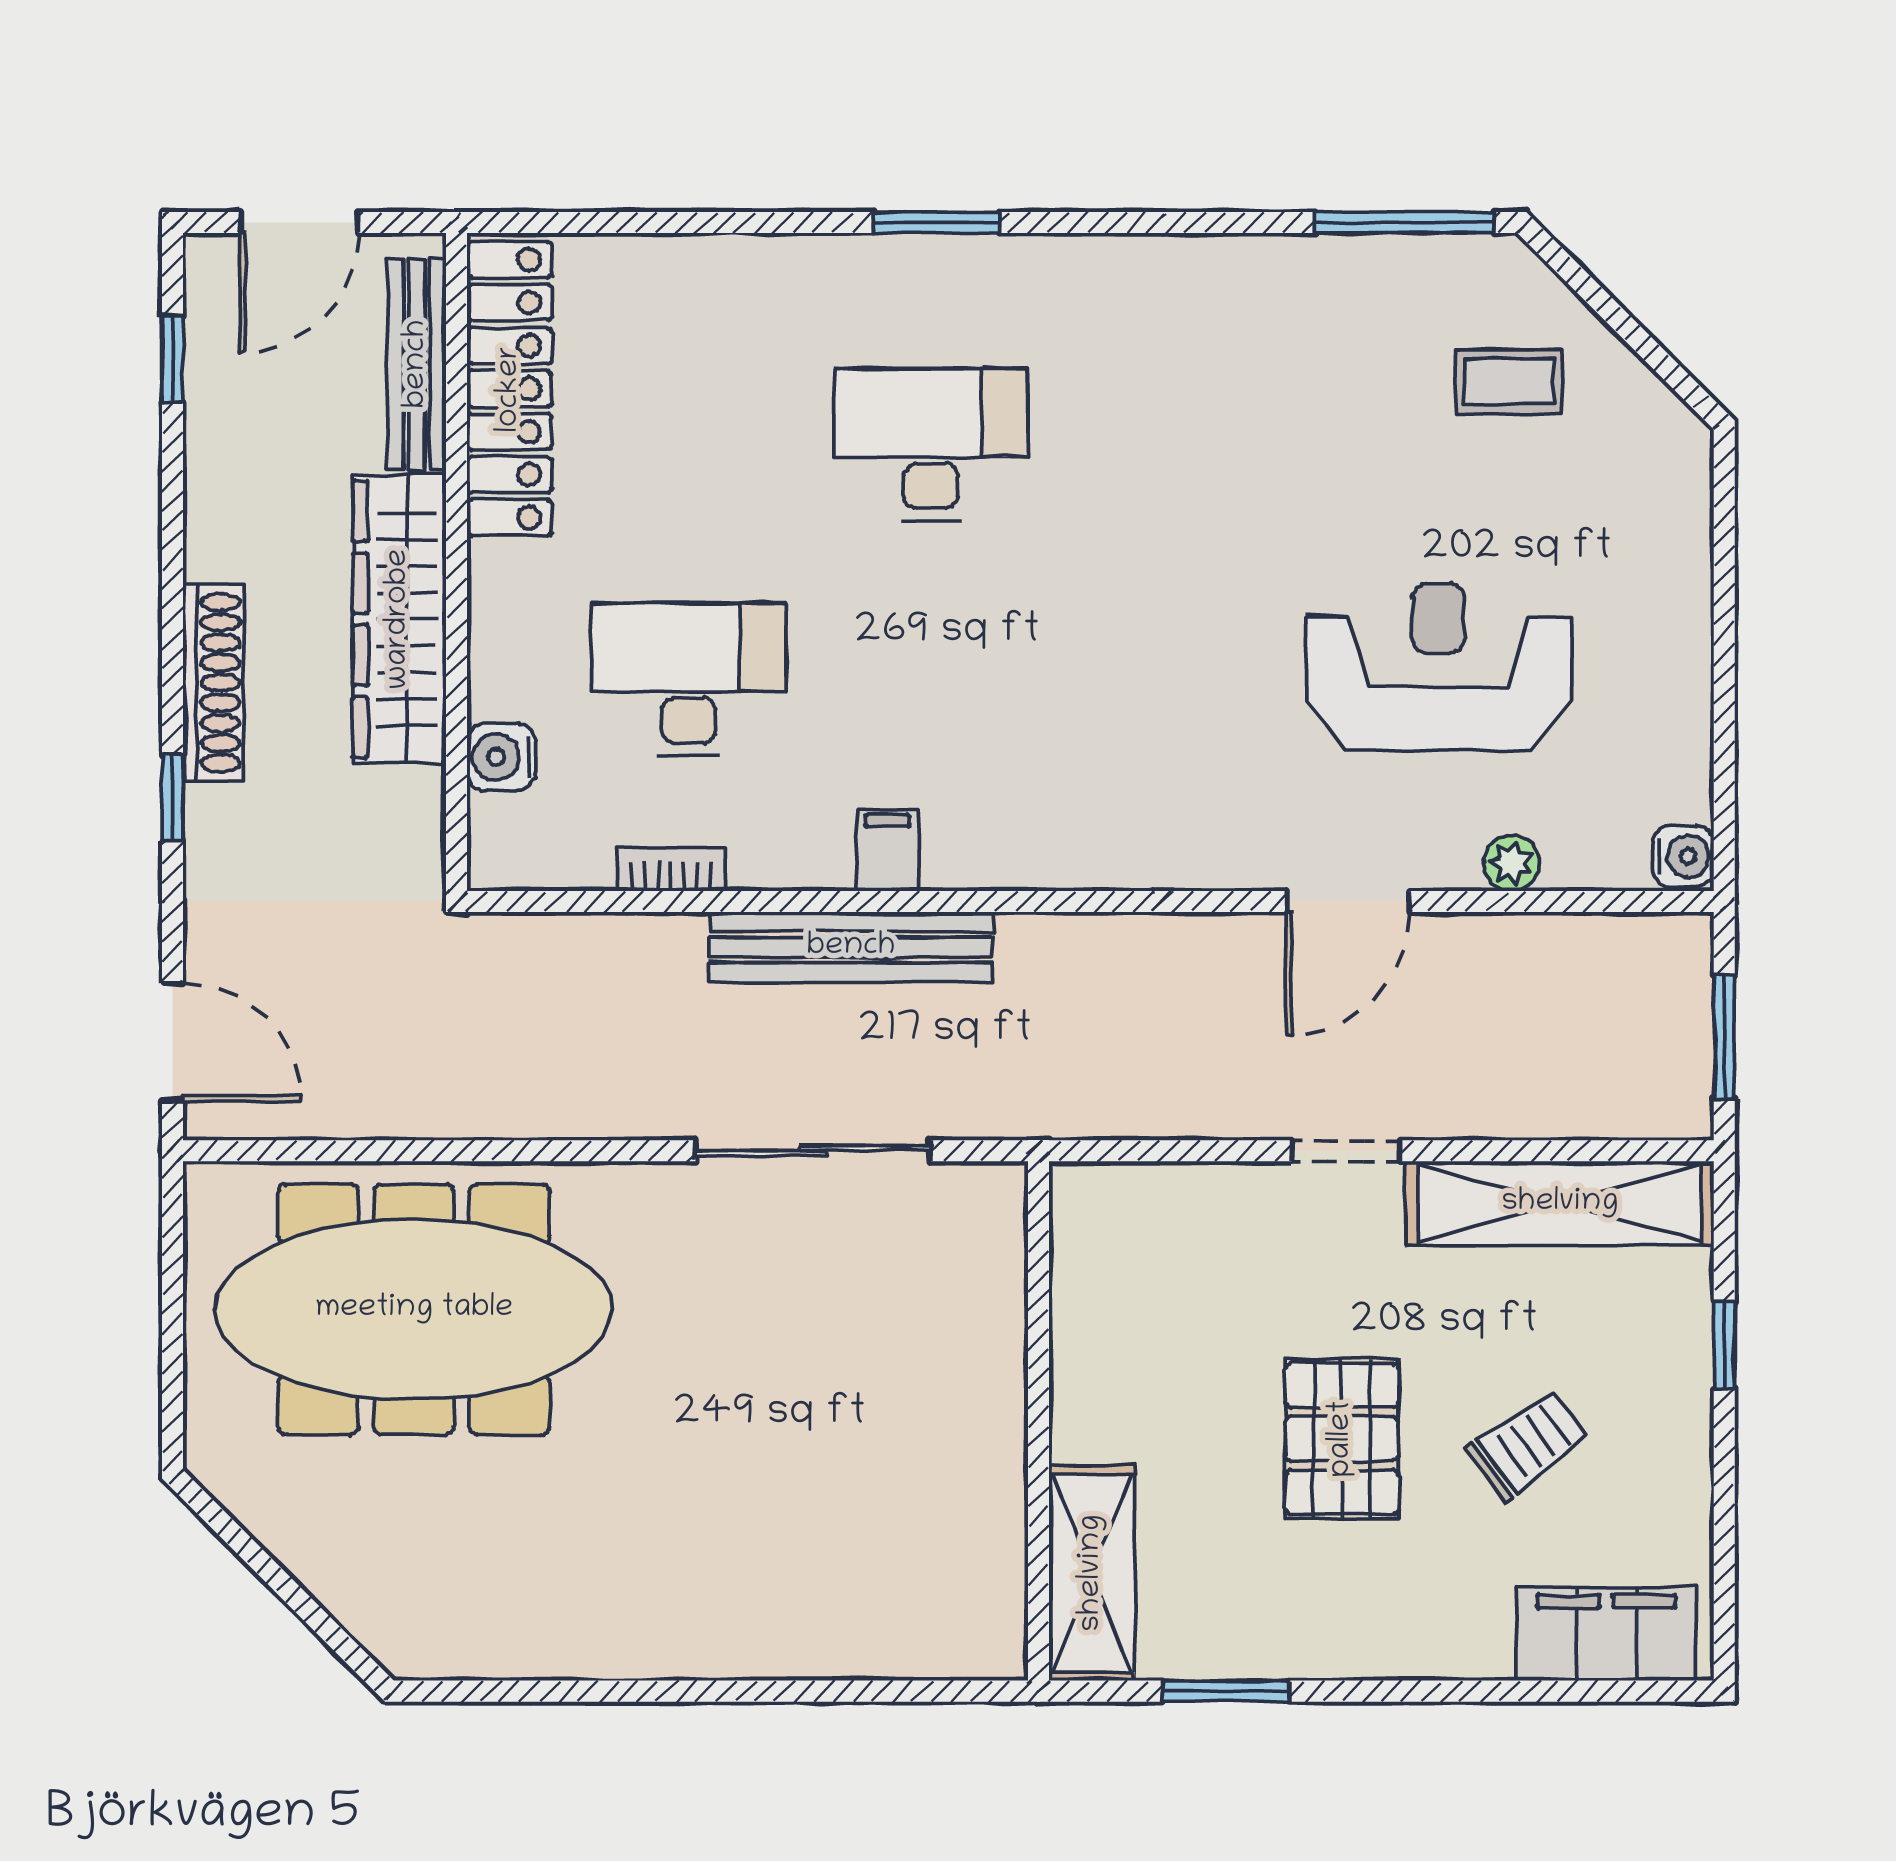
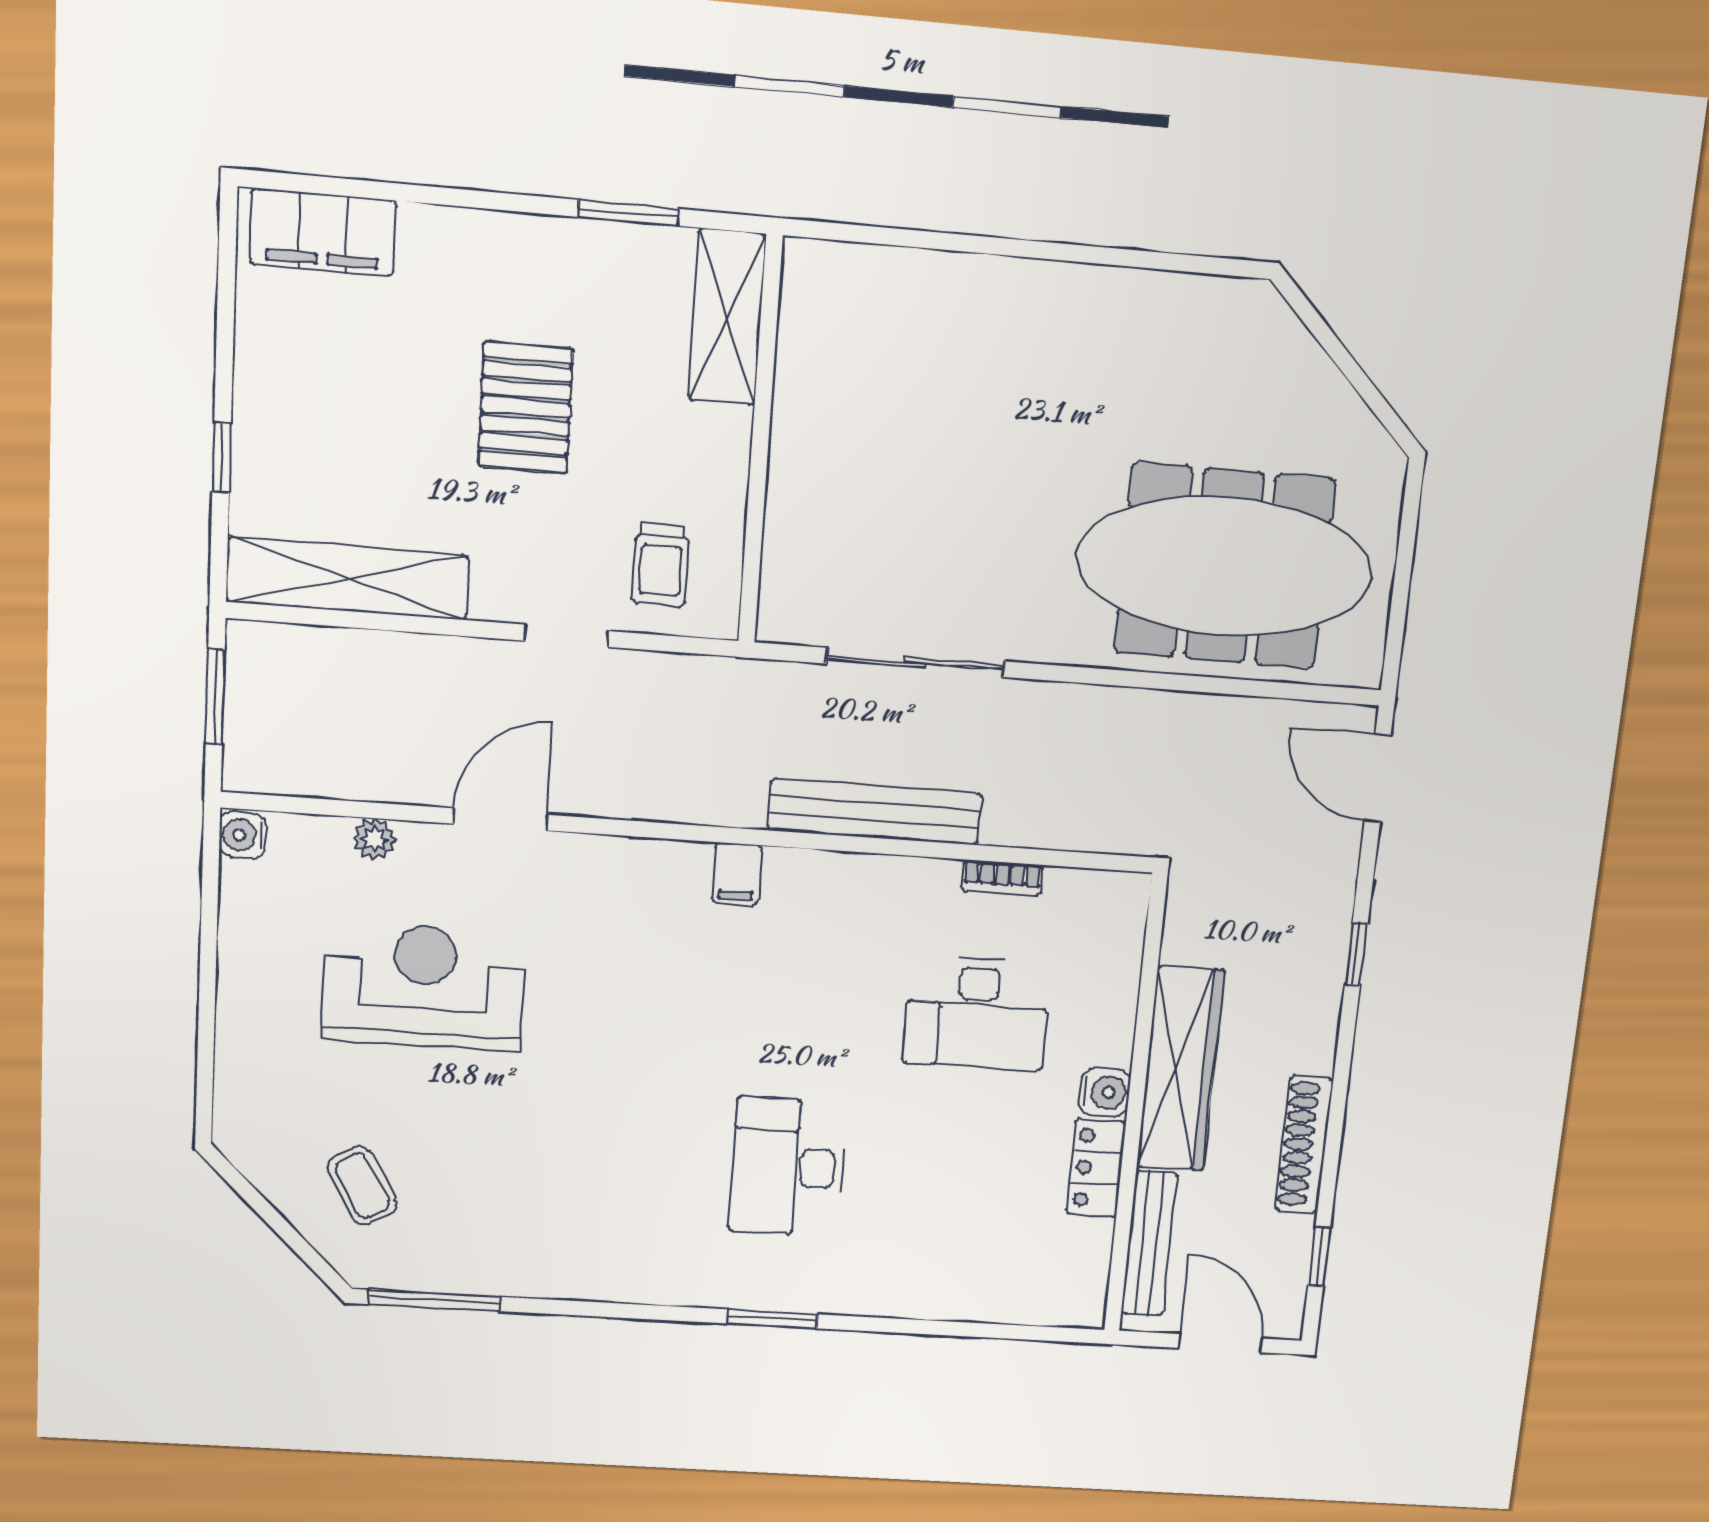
door: (299, 223) -> (1220, 1343), hinge flipped
coffee table: (1509, 382) -> (362, 1186), turned 61
locker: (510, 389) -> (1096, 1168), width x0.46, depth x0.83
desk: (931, 445) -> (788, 1167), turned 90
reception desk: (1438, 667) -> (424, 987), turned 180
shoe rack: (213, 683) -> (1304, 1144), moved
water cooler: (501, 757) -> (1105, 1092), moved
filing cabinet: (888, 850) -> (737, 874), moved
doorway: (1346, 1151) -> (566, 636), moved
trolley: (1528, 1445) -> (661, 565), moved, turned -54

